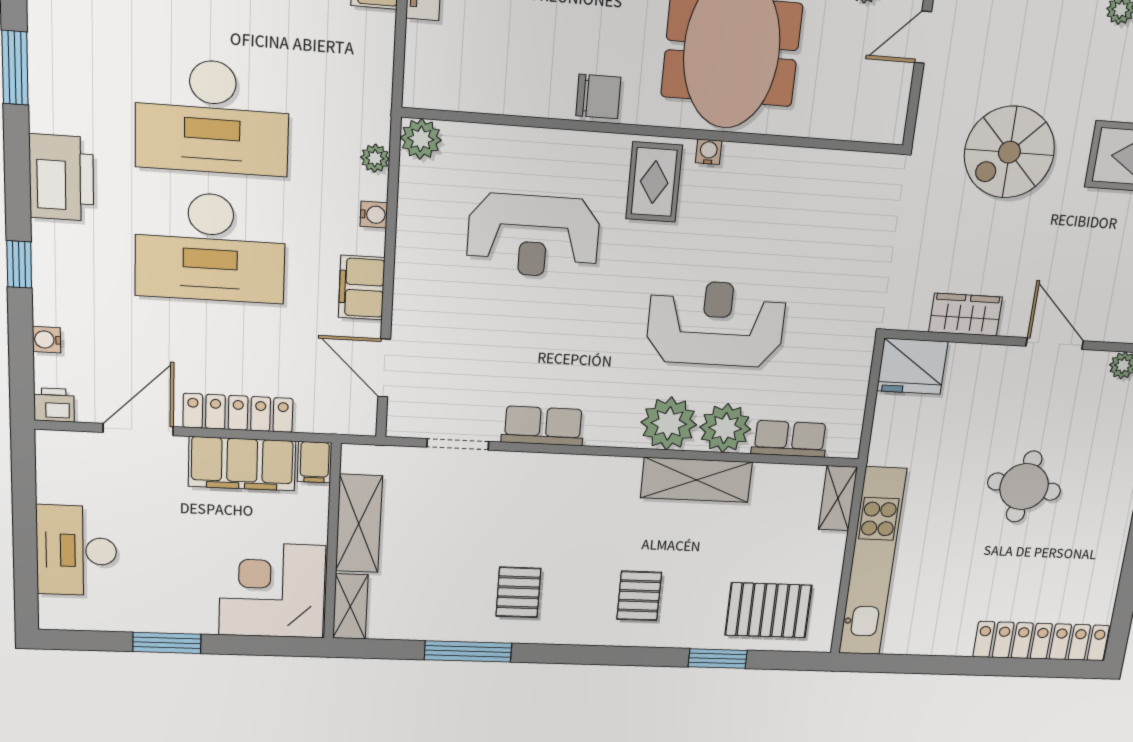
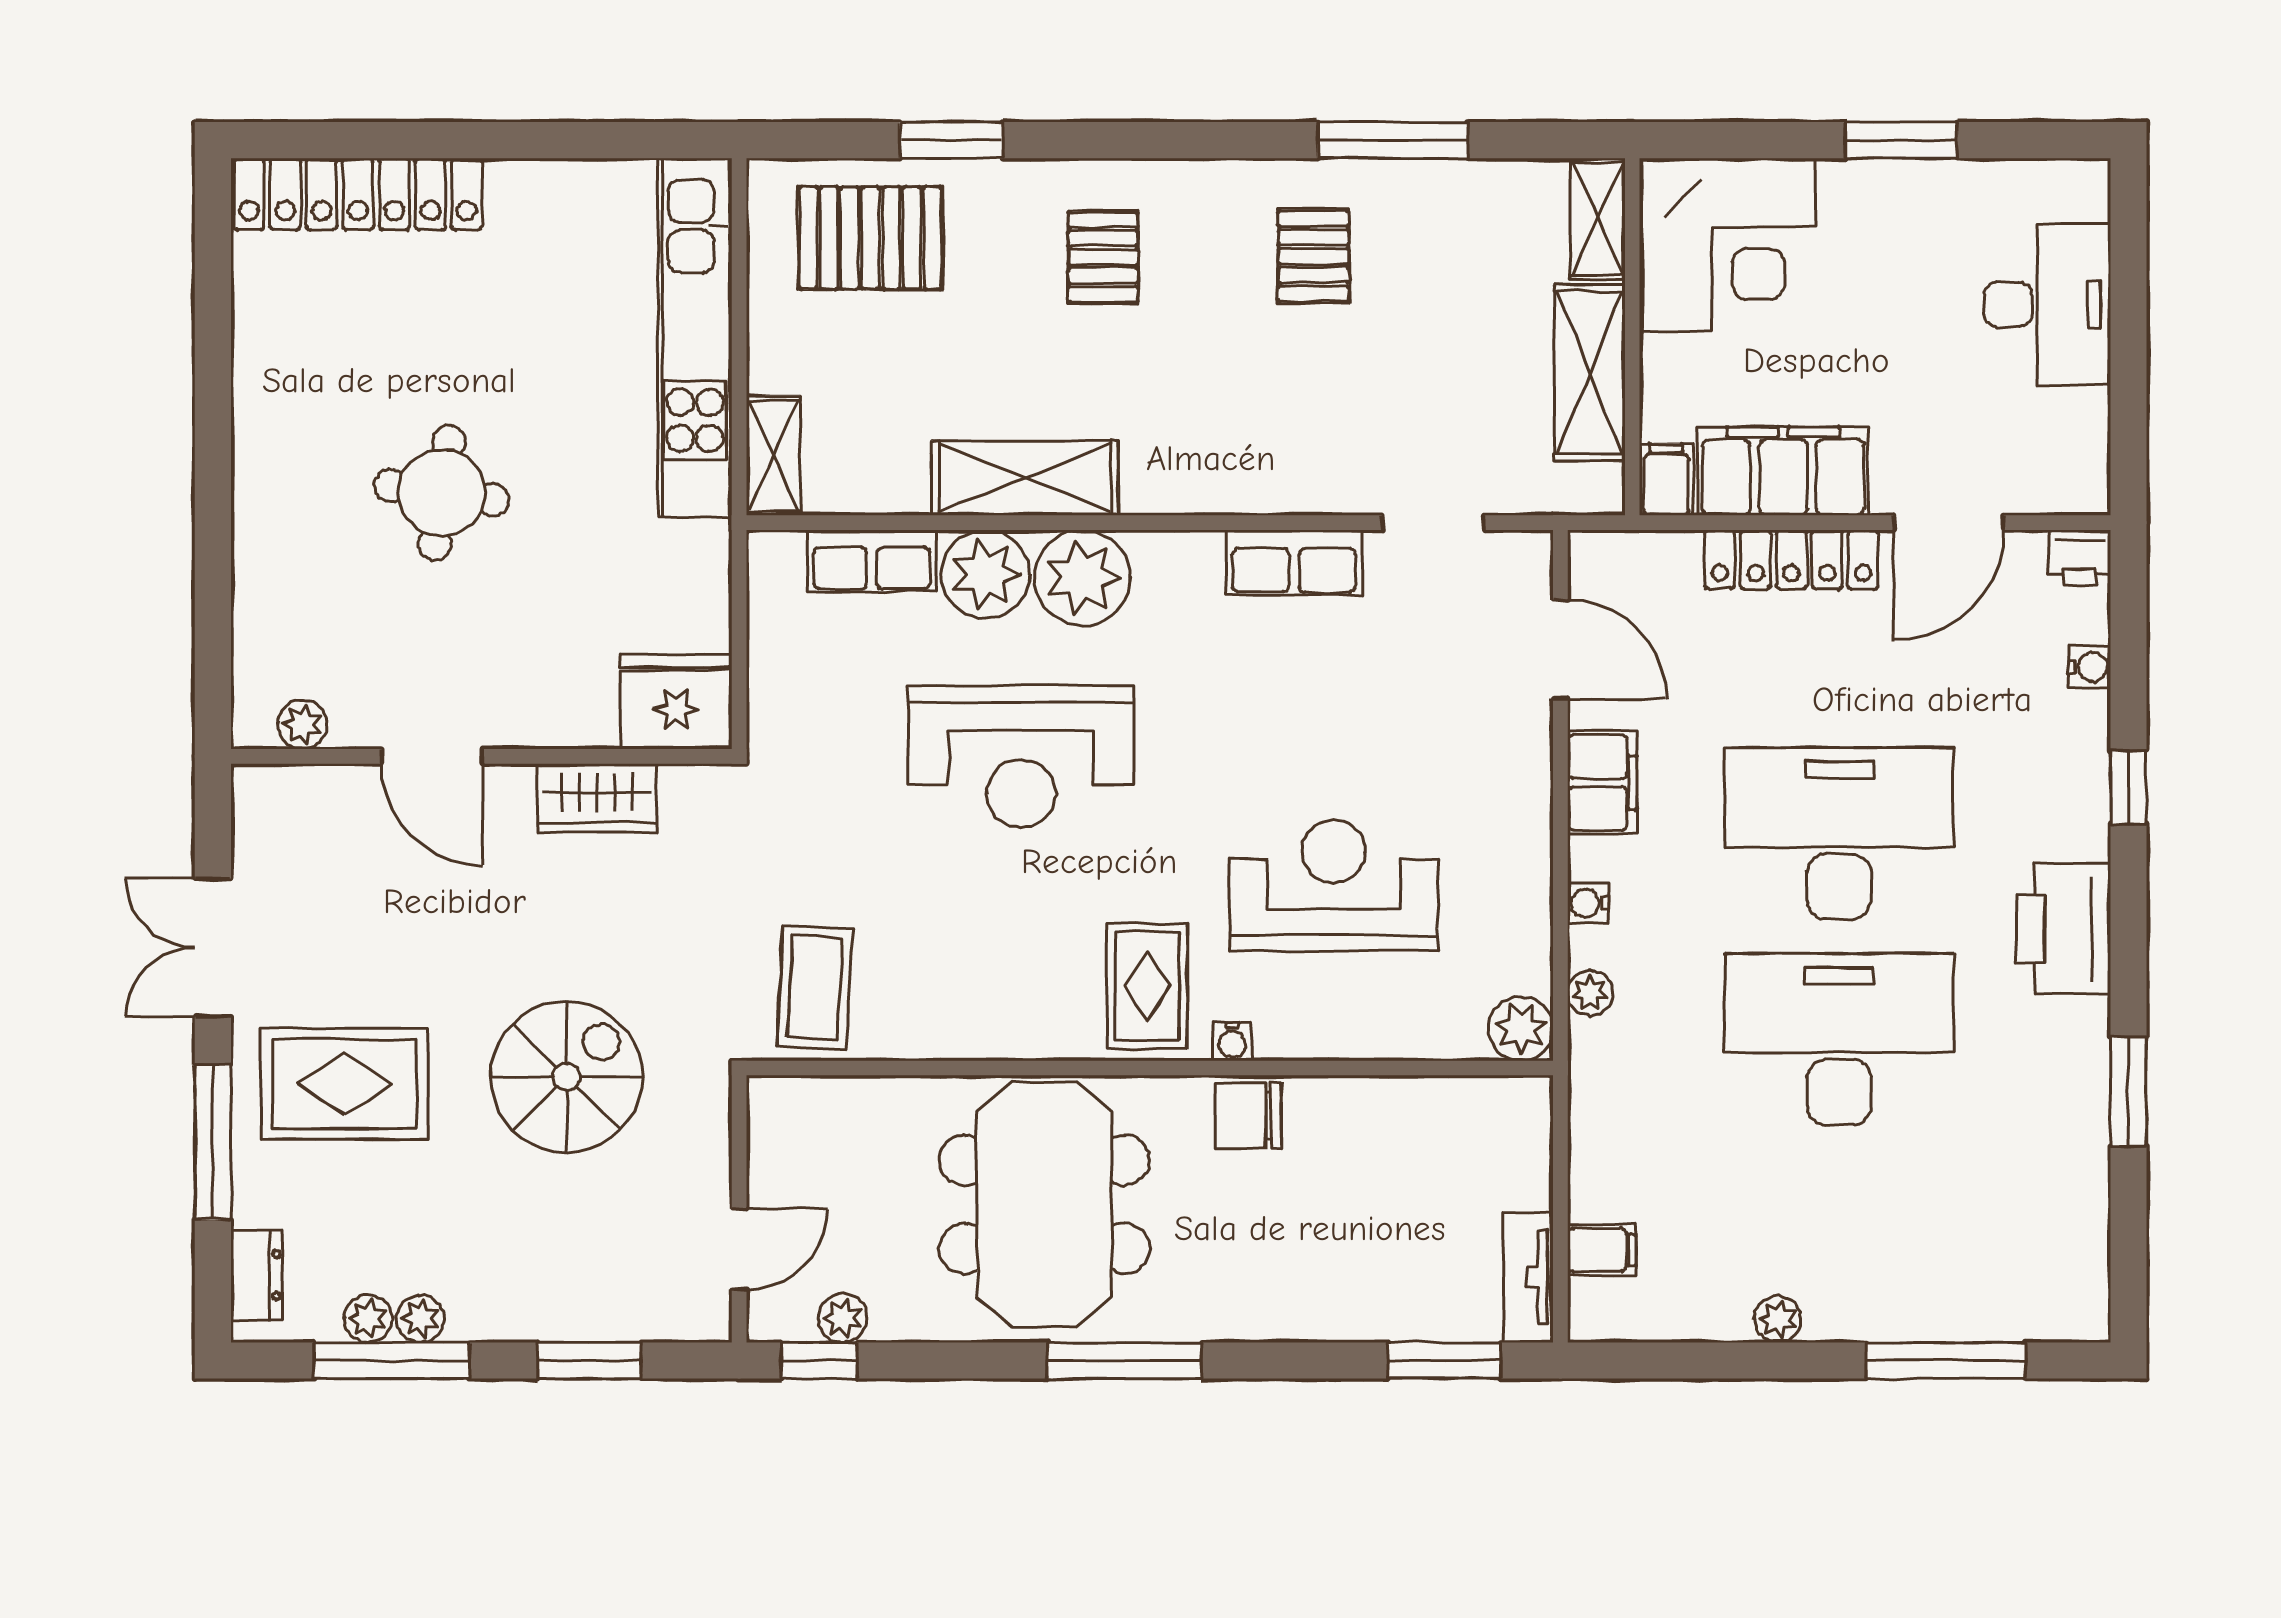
water cooler: (709, 152) -> (1232, 1041), moved
coffee table: (855, 195) -> (815, 987), added

